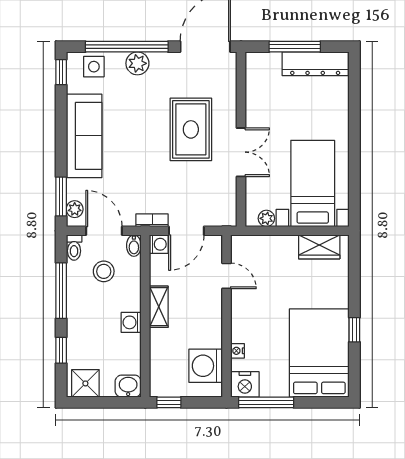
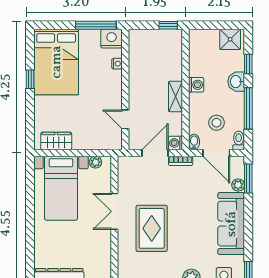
plant: (75, 209) -> (238, 185), moved
washing machine: (206, 366) -> (141, 52), removed
washbasin: (128, 386) -> (236, 82), moved, turned 90

